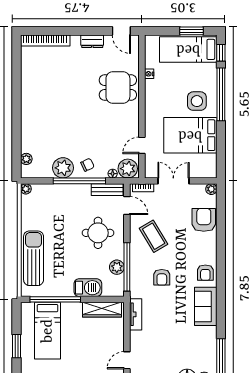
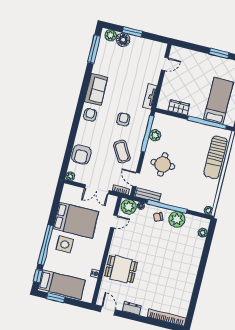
barbecue: (88, 288) -> (180, 125), removed
wardrobe: (102, 310) -> (179, 108), width x0.67

